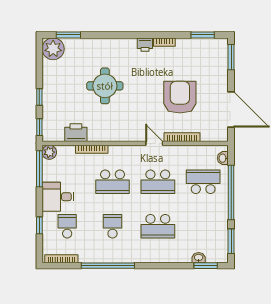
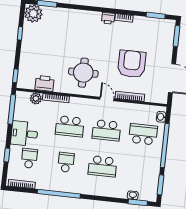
round table: (105, 86) -> (83, 73), moved
window: (39, 97) -> (20, 33), moved
plant: (49, 152) -> (36, 98), moved

